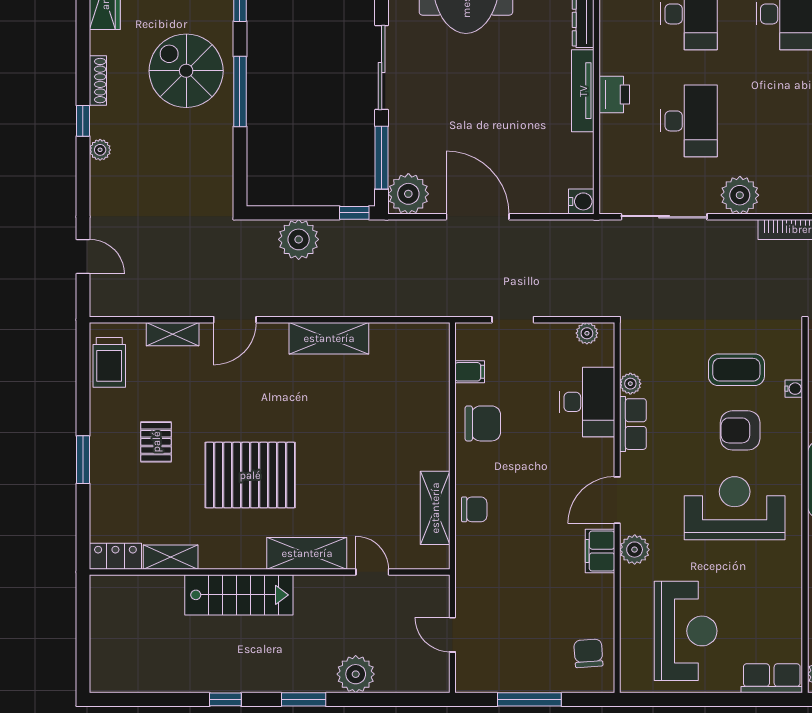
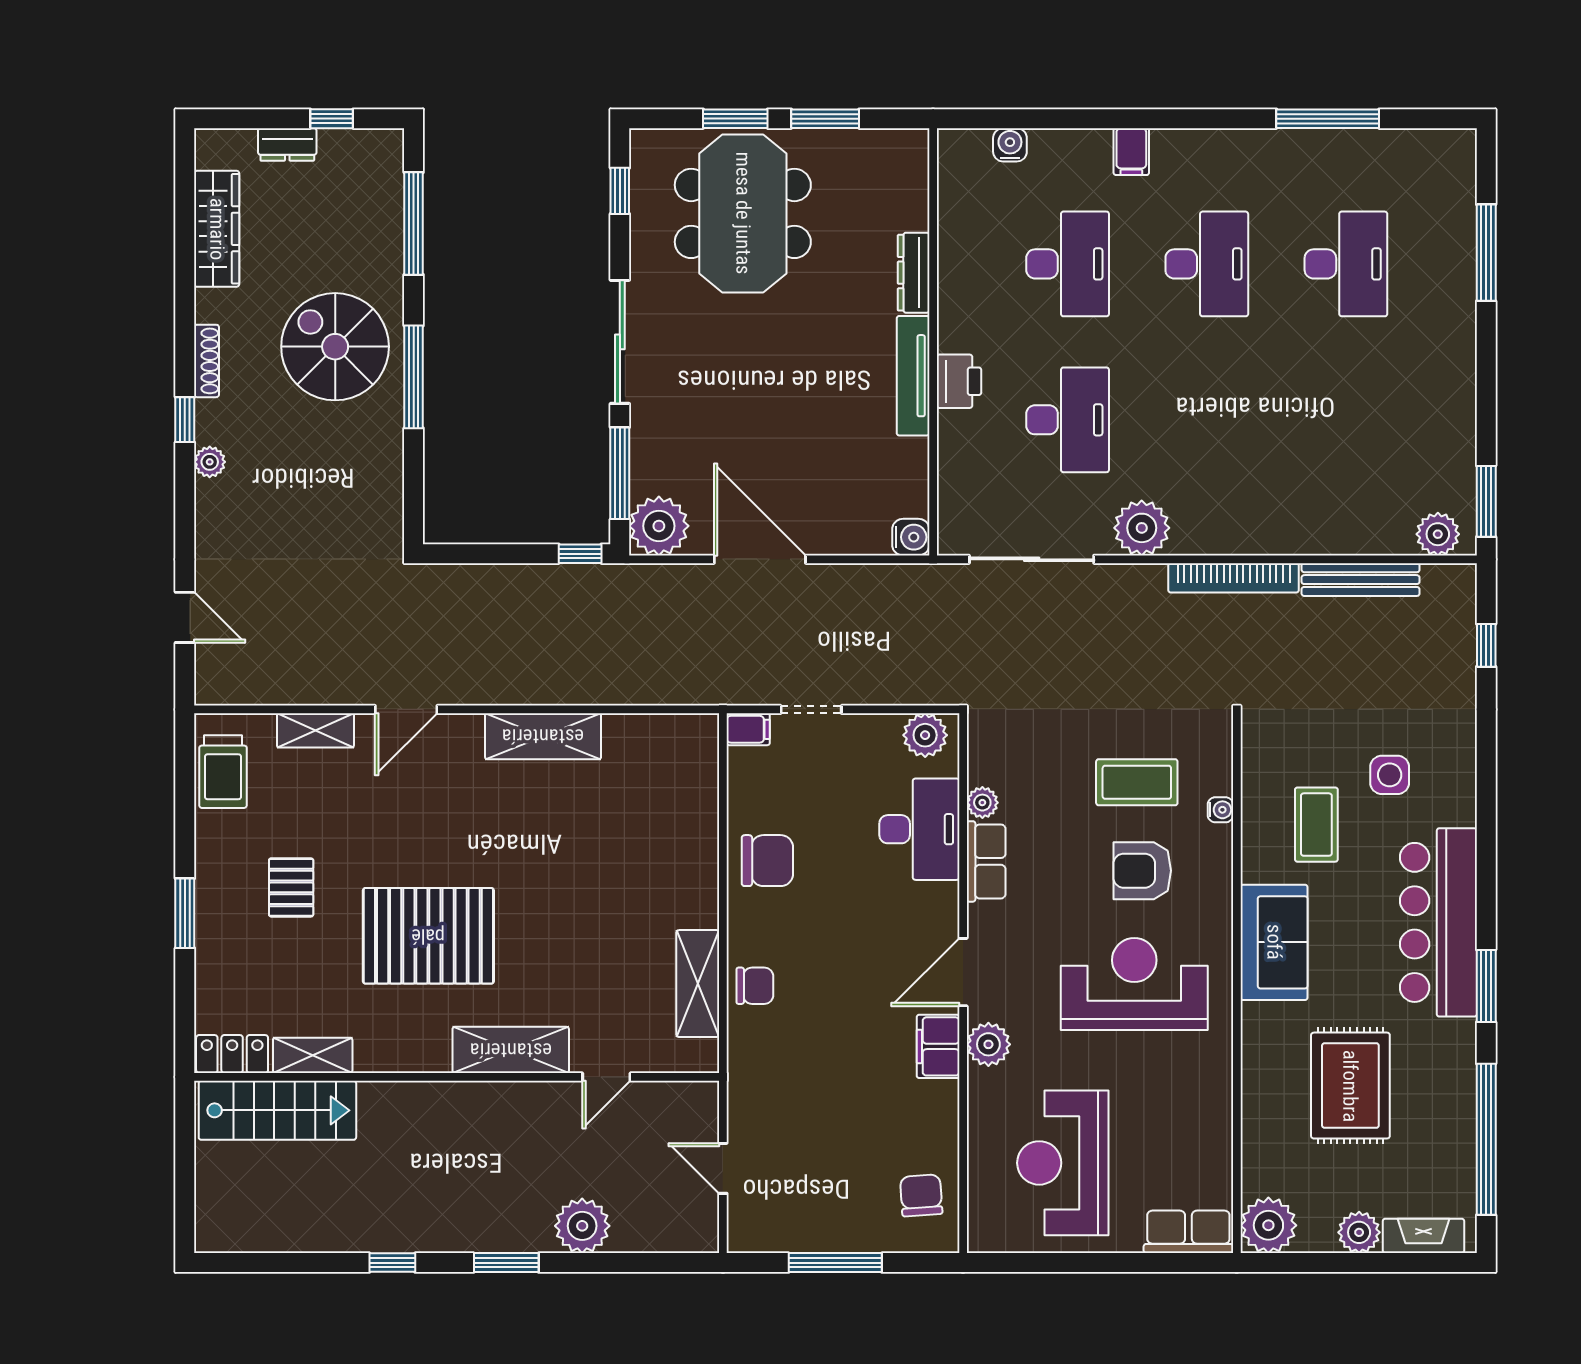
plant: (299, 239) -> (499, 592), removed
plant: (587, 333) -> (925, 735), width x1.38, depth x1.38
filing cabinet: (470, 372) -> (748, 729), moved
door: (372, 572) -> (606, 1077), swing flipped
stairs: (239, 595) -> (277, 1110), moved
reception desk: (686, 631) -> (1063, 1163), turned 180

